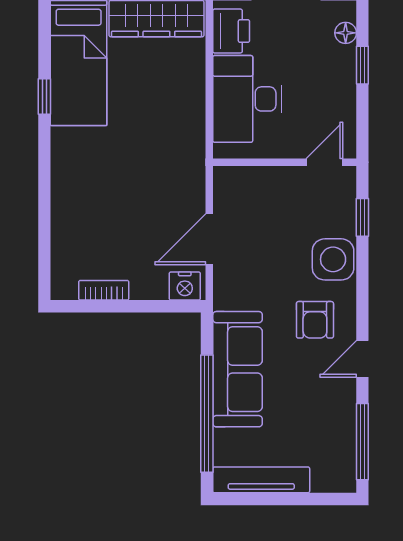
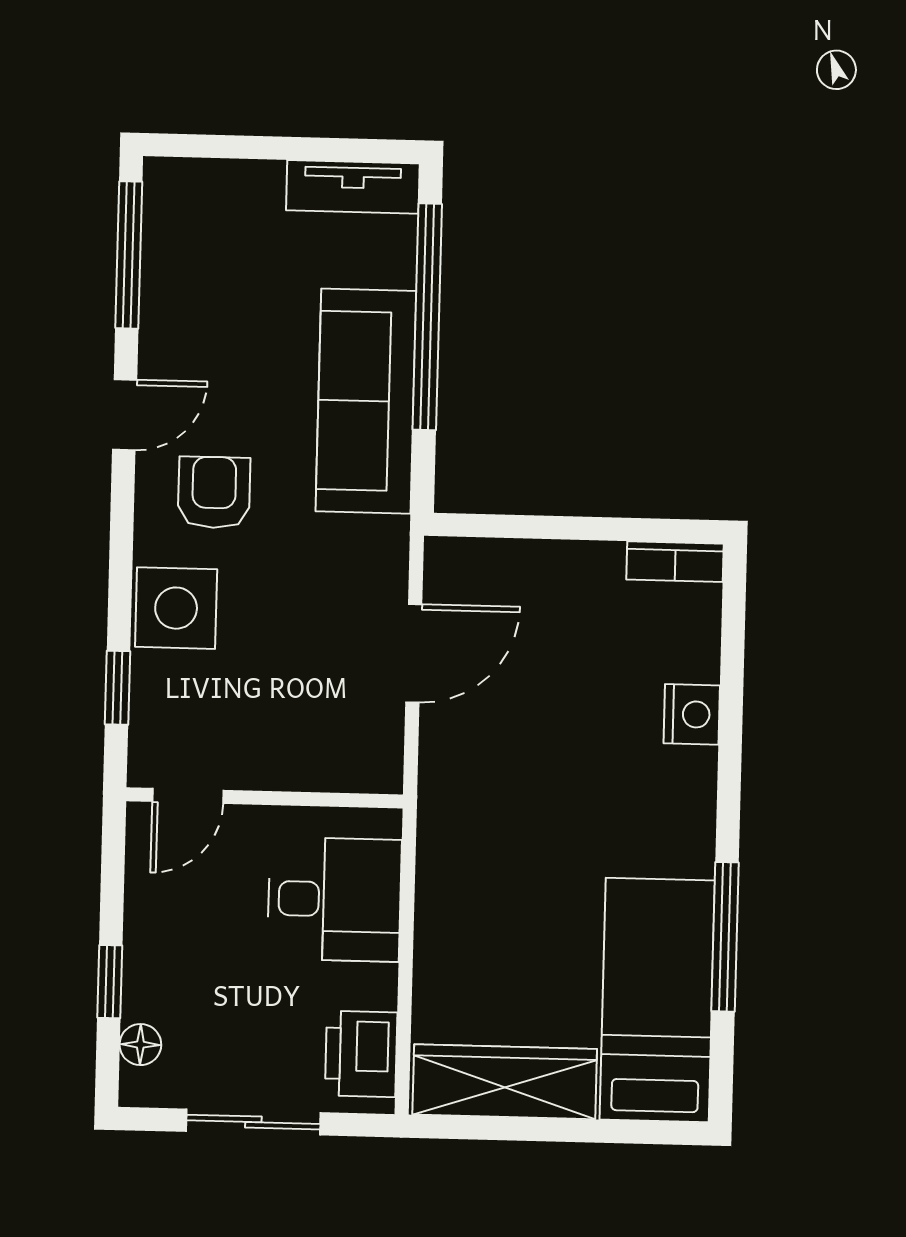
window: (44, 97) -> (725, 937), width x2.17
desk: (247, 99) -> (334, 899), width x0.73
nightstand: (185, 286) -> (692, 714), moved, turned 90
bookcase: (104, 290) -> (675, 562), moved
tv unit: (261, 480) -> (353, 187), width x0.71

